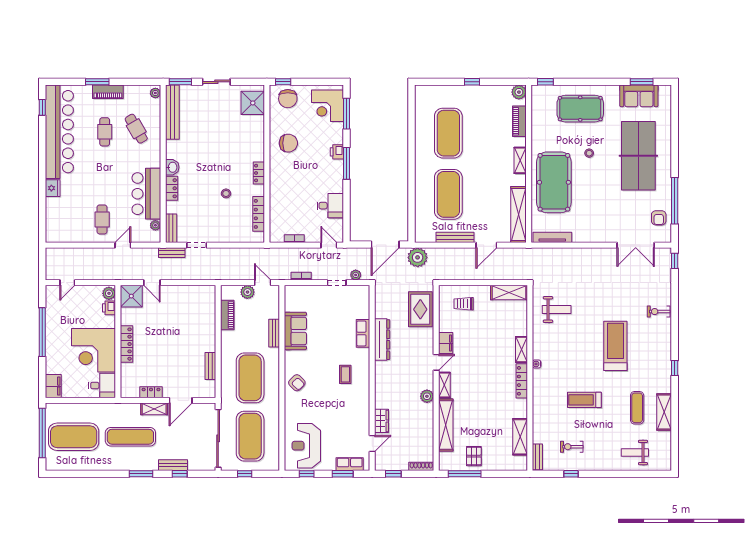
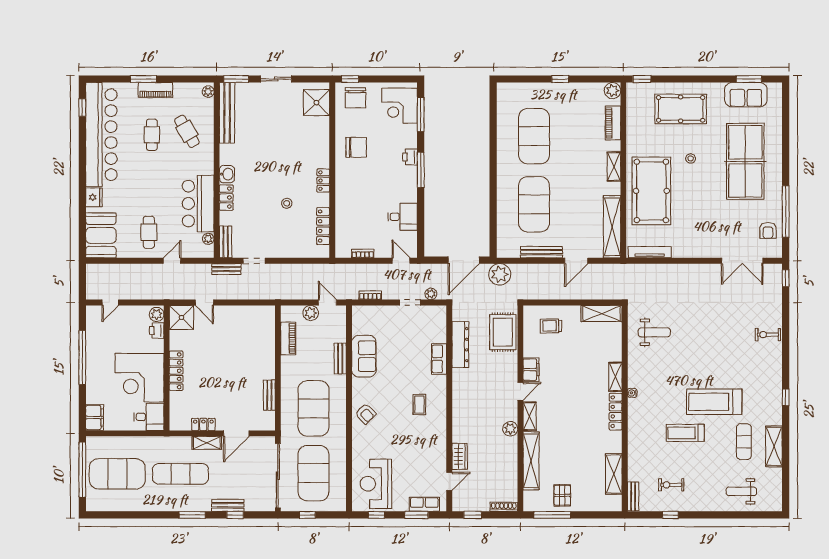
booth: (59, 222) -> (101, 235), added
dresser: (382, 340) -> (460, 345), moved
treadmill: (615, 346) -> (714, 402), moved, turned -90

